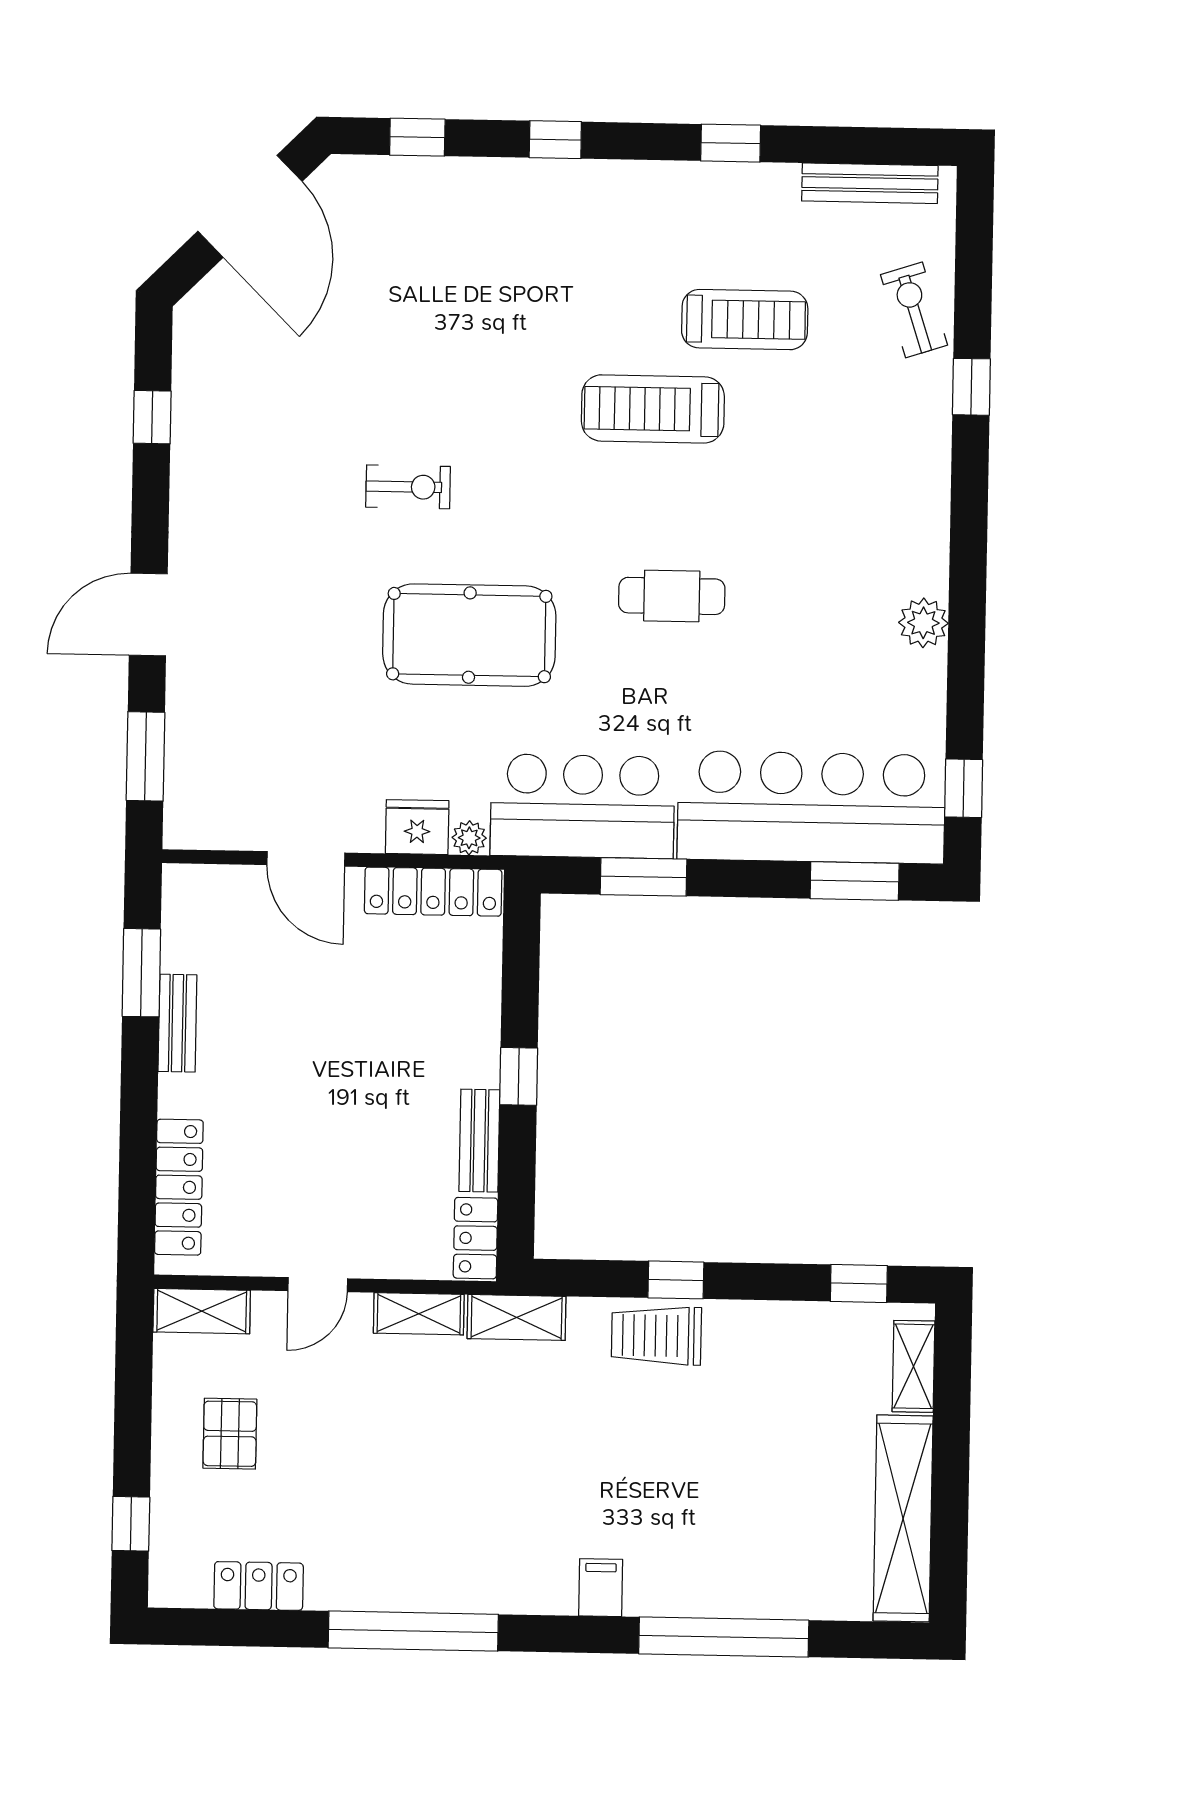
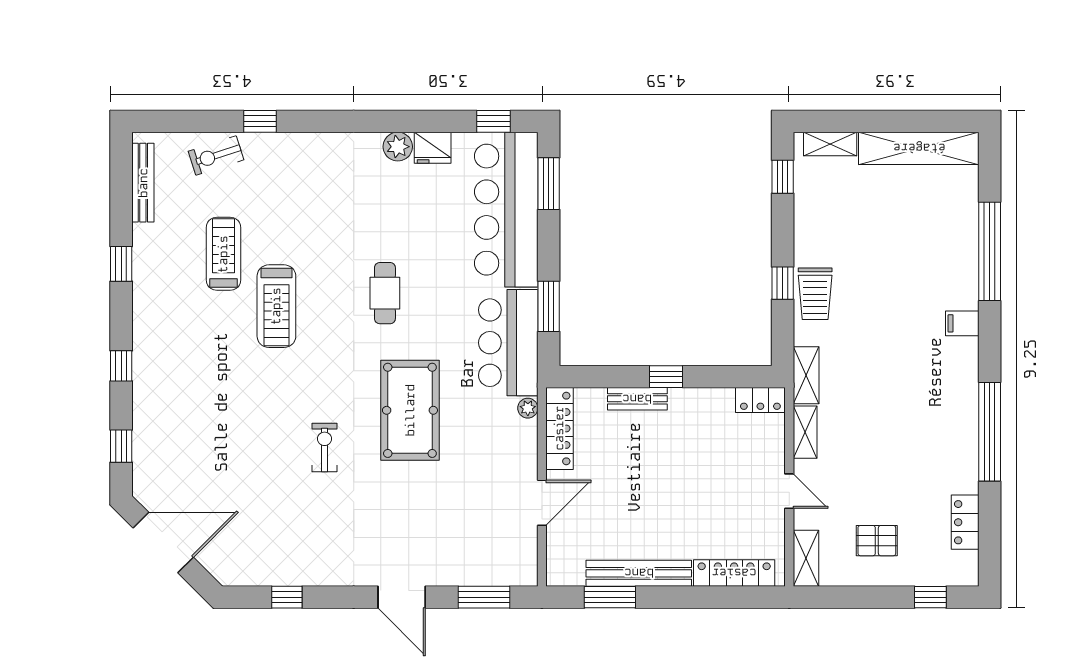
fridge: (417, 827) -> (433, 148), moved, turned -90
bench: (177, 1023) -> (639, 573), width x1.86, depth x1.21
bench: (479, 1141) -> (637, 399), moved

